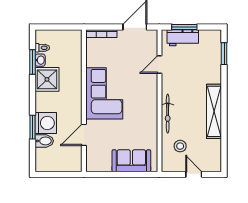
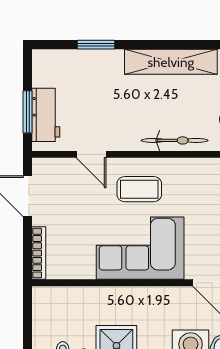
window: (224, 54) -> (96, 45), moved
coffee table: (139, 93) -> (139, 189), added

